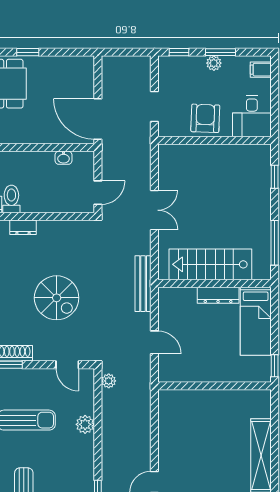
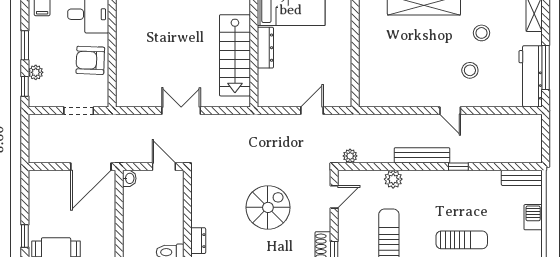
plant: (214, 63) -> (36, 72), moved
washbasin: (64, 158) -> (129, 178), moved
bench: (143, 284) -> (422, 155), moved

